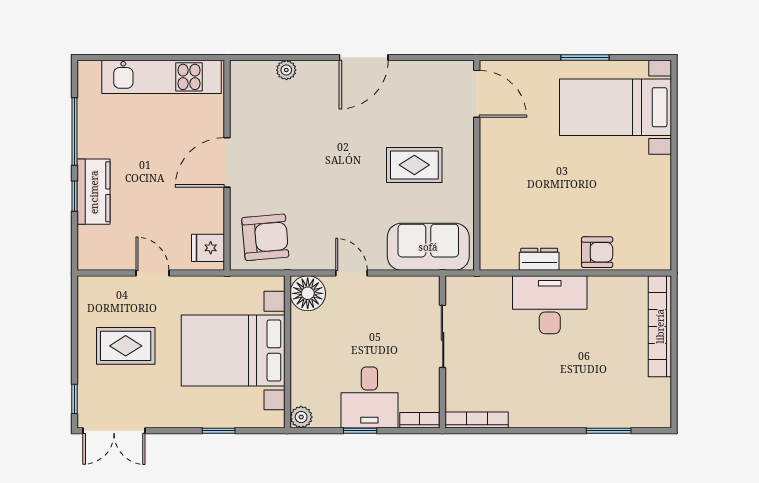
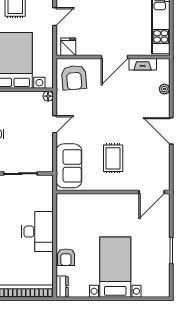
bed with nightstands: (615, 107) -> (115, 267), moved
fireplace: (240, 110) -> (143, 64), added
door: (227, 162) -> (114, 57), swing flipped
dresser: (539, 259) -> (62, 287), moved
floor lamp: (308, 293) -> (48, 96), width x0.53, depth x0.53

